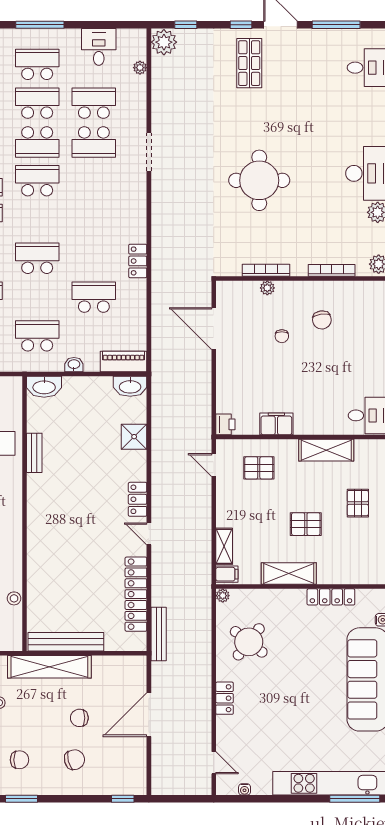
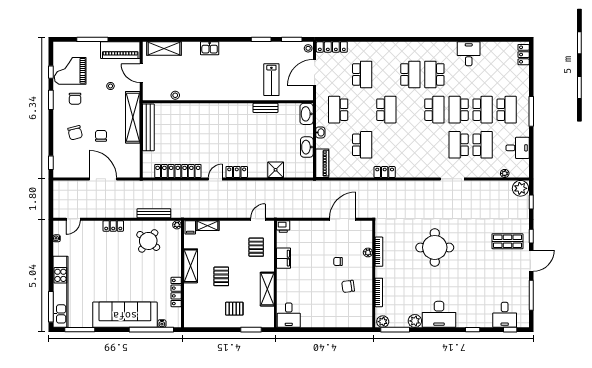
school desk: (37, 336) -> (338, 110), turned 180
washbasin: (130, 386) -> (307, 147), moved
bench: (159, 634) -> (154, 213), moved

